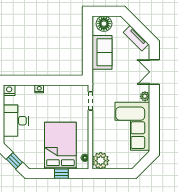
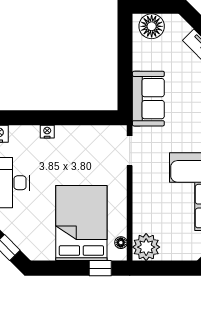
sofa: (102, 52) -> (148, 99), moved
window: (61, 174) -> (100, 268), moved

